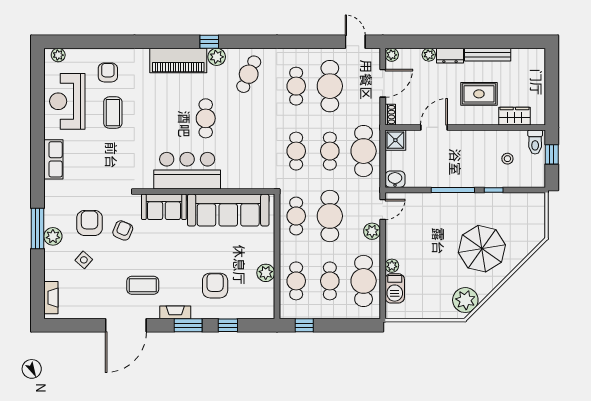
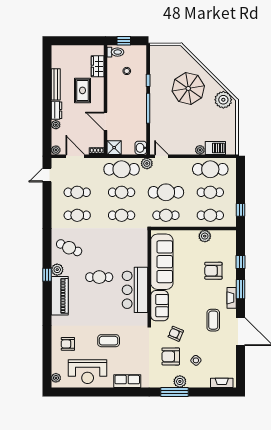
cafe table: (330, 86) -> (77, 192), width x0.73, depth x0.74
coffee table: (113, 113) -> (109, 341), moved
plant: (372, 231) -> (147, 163), moved

